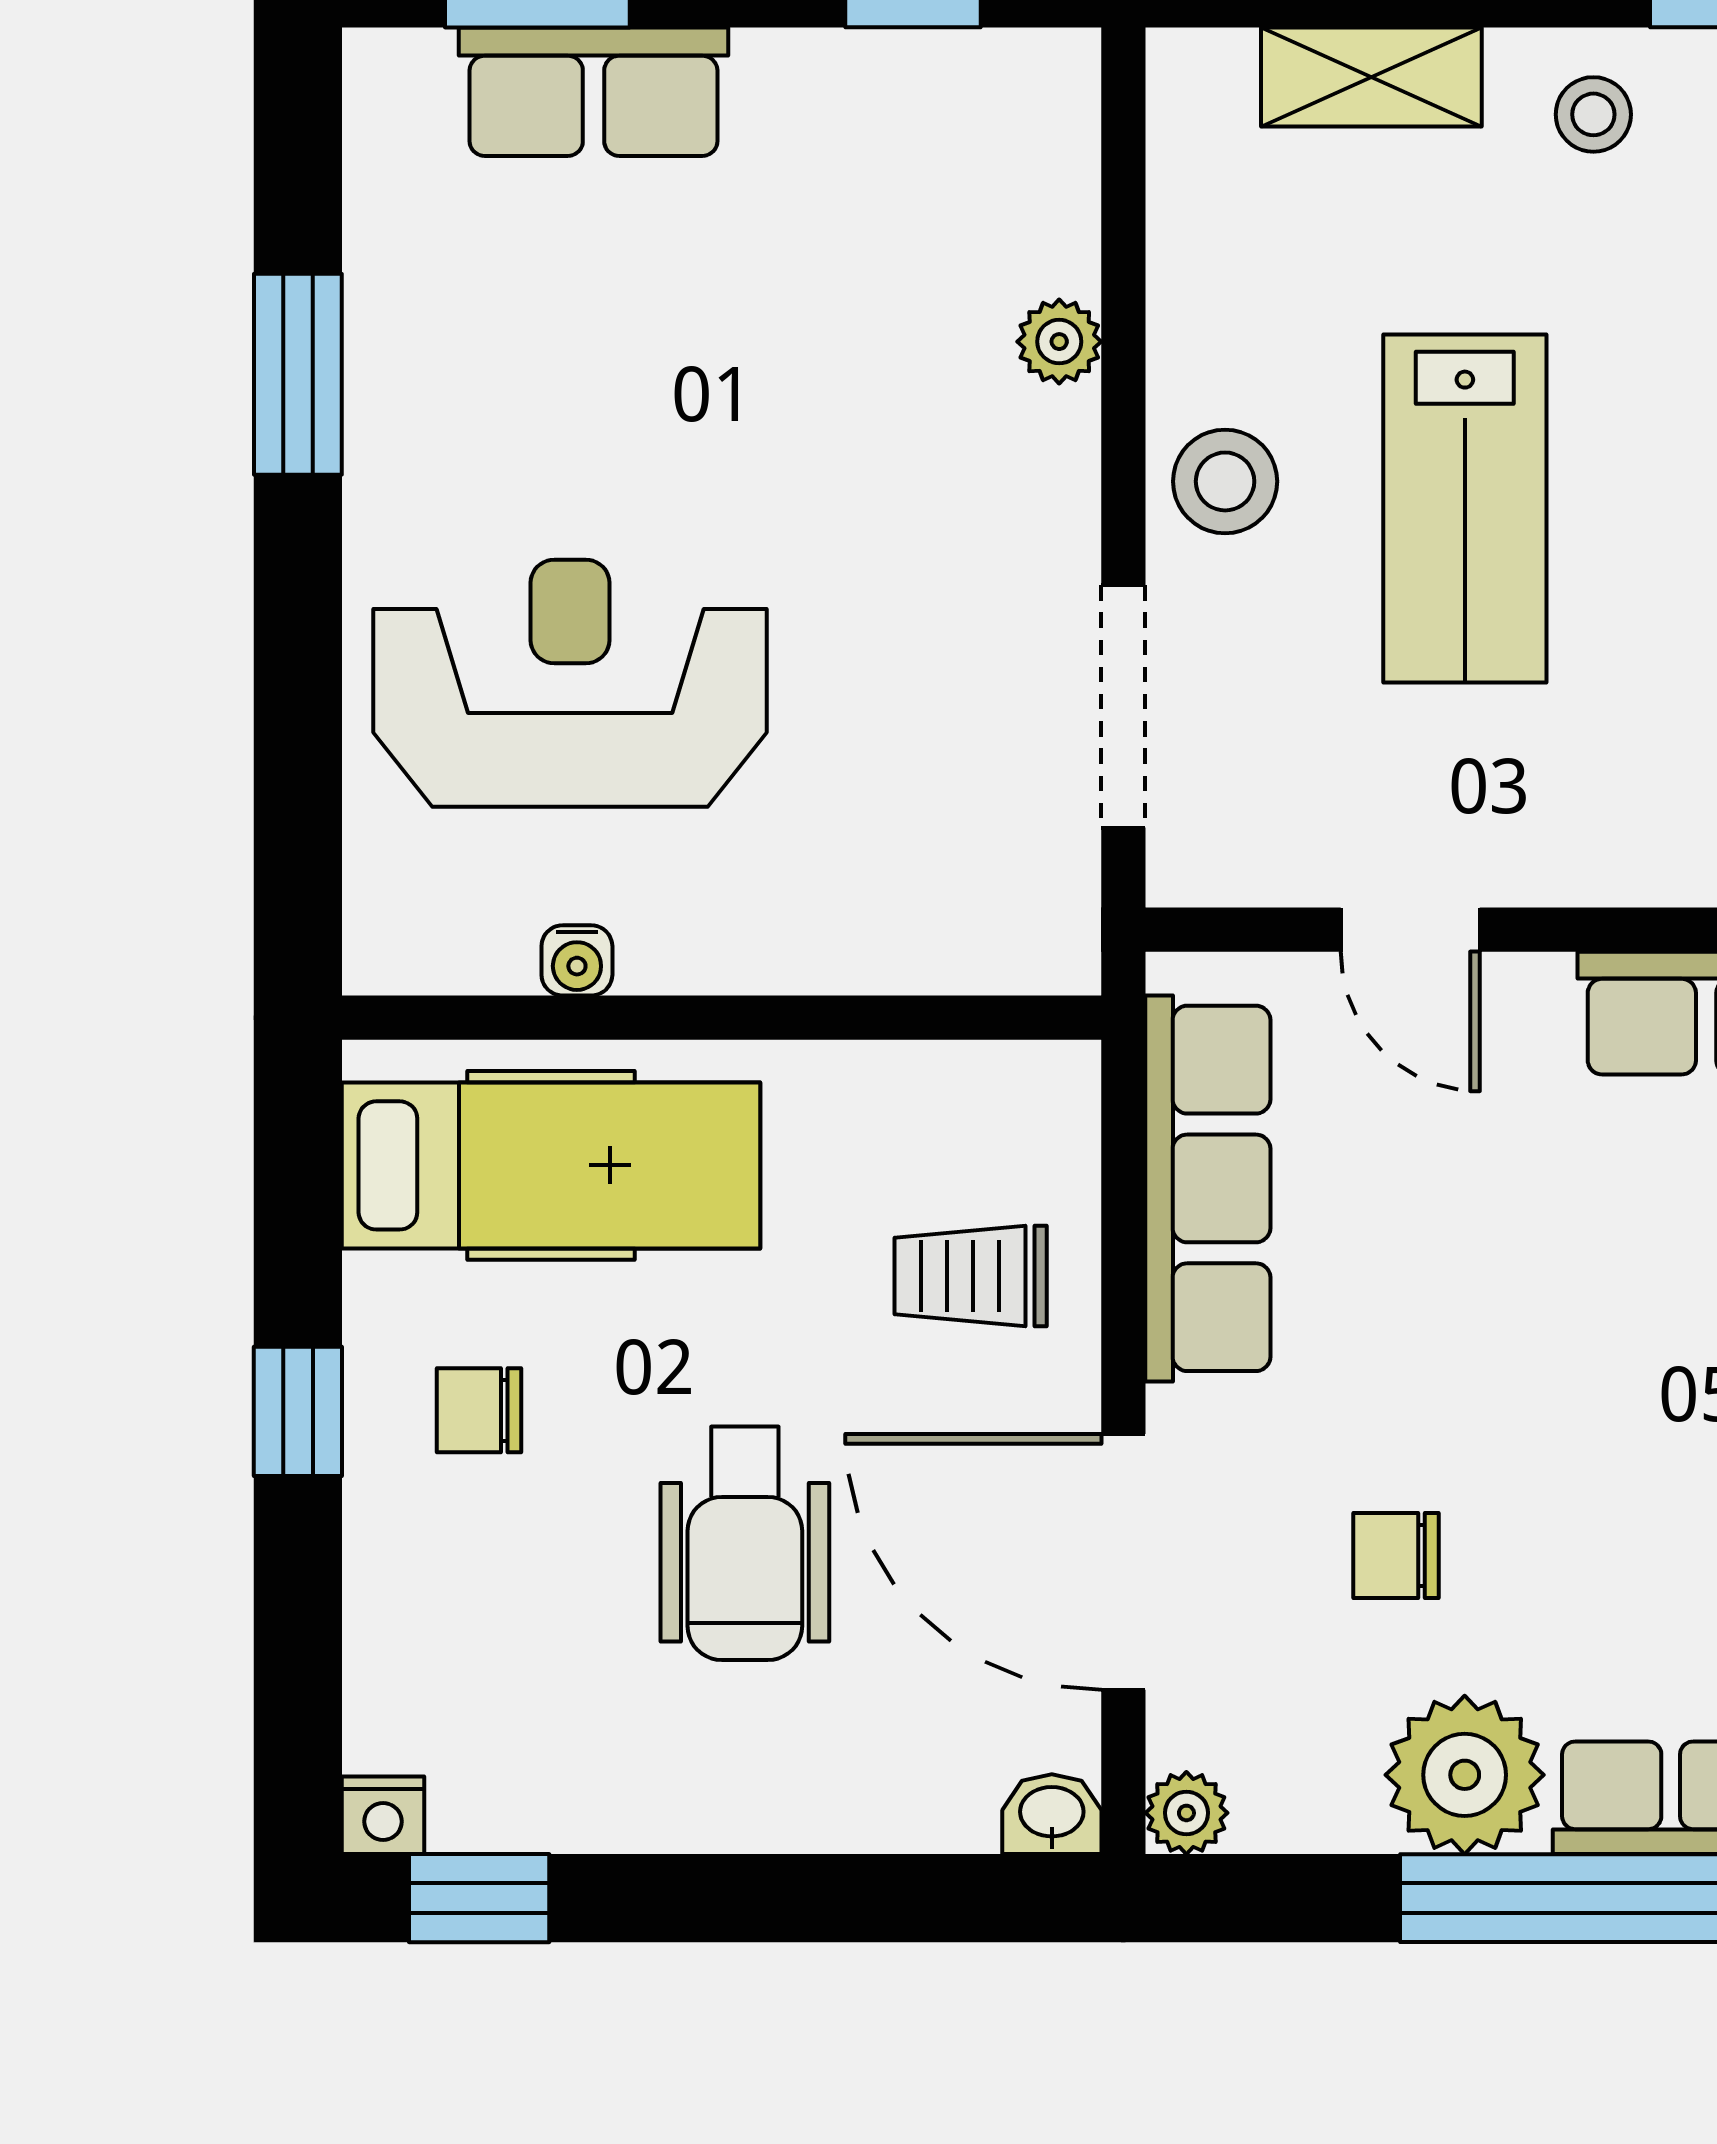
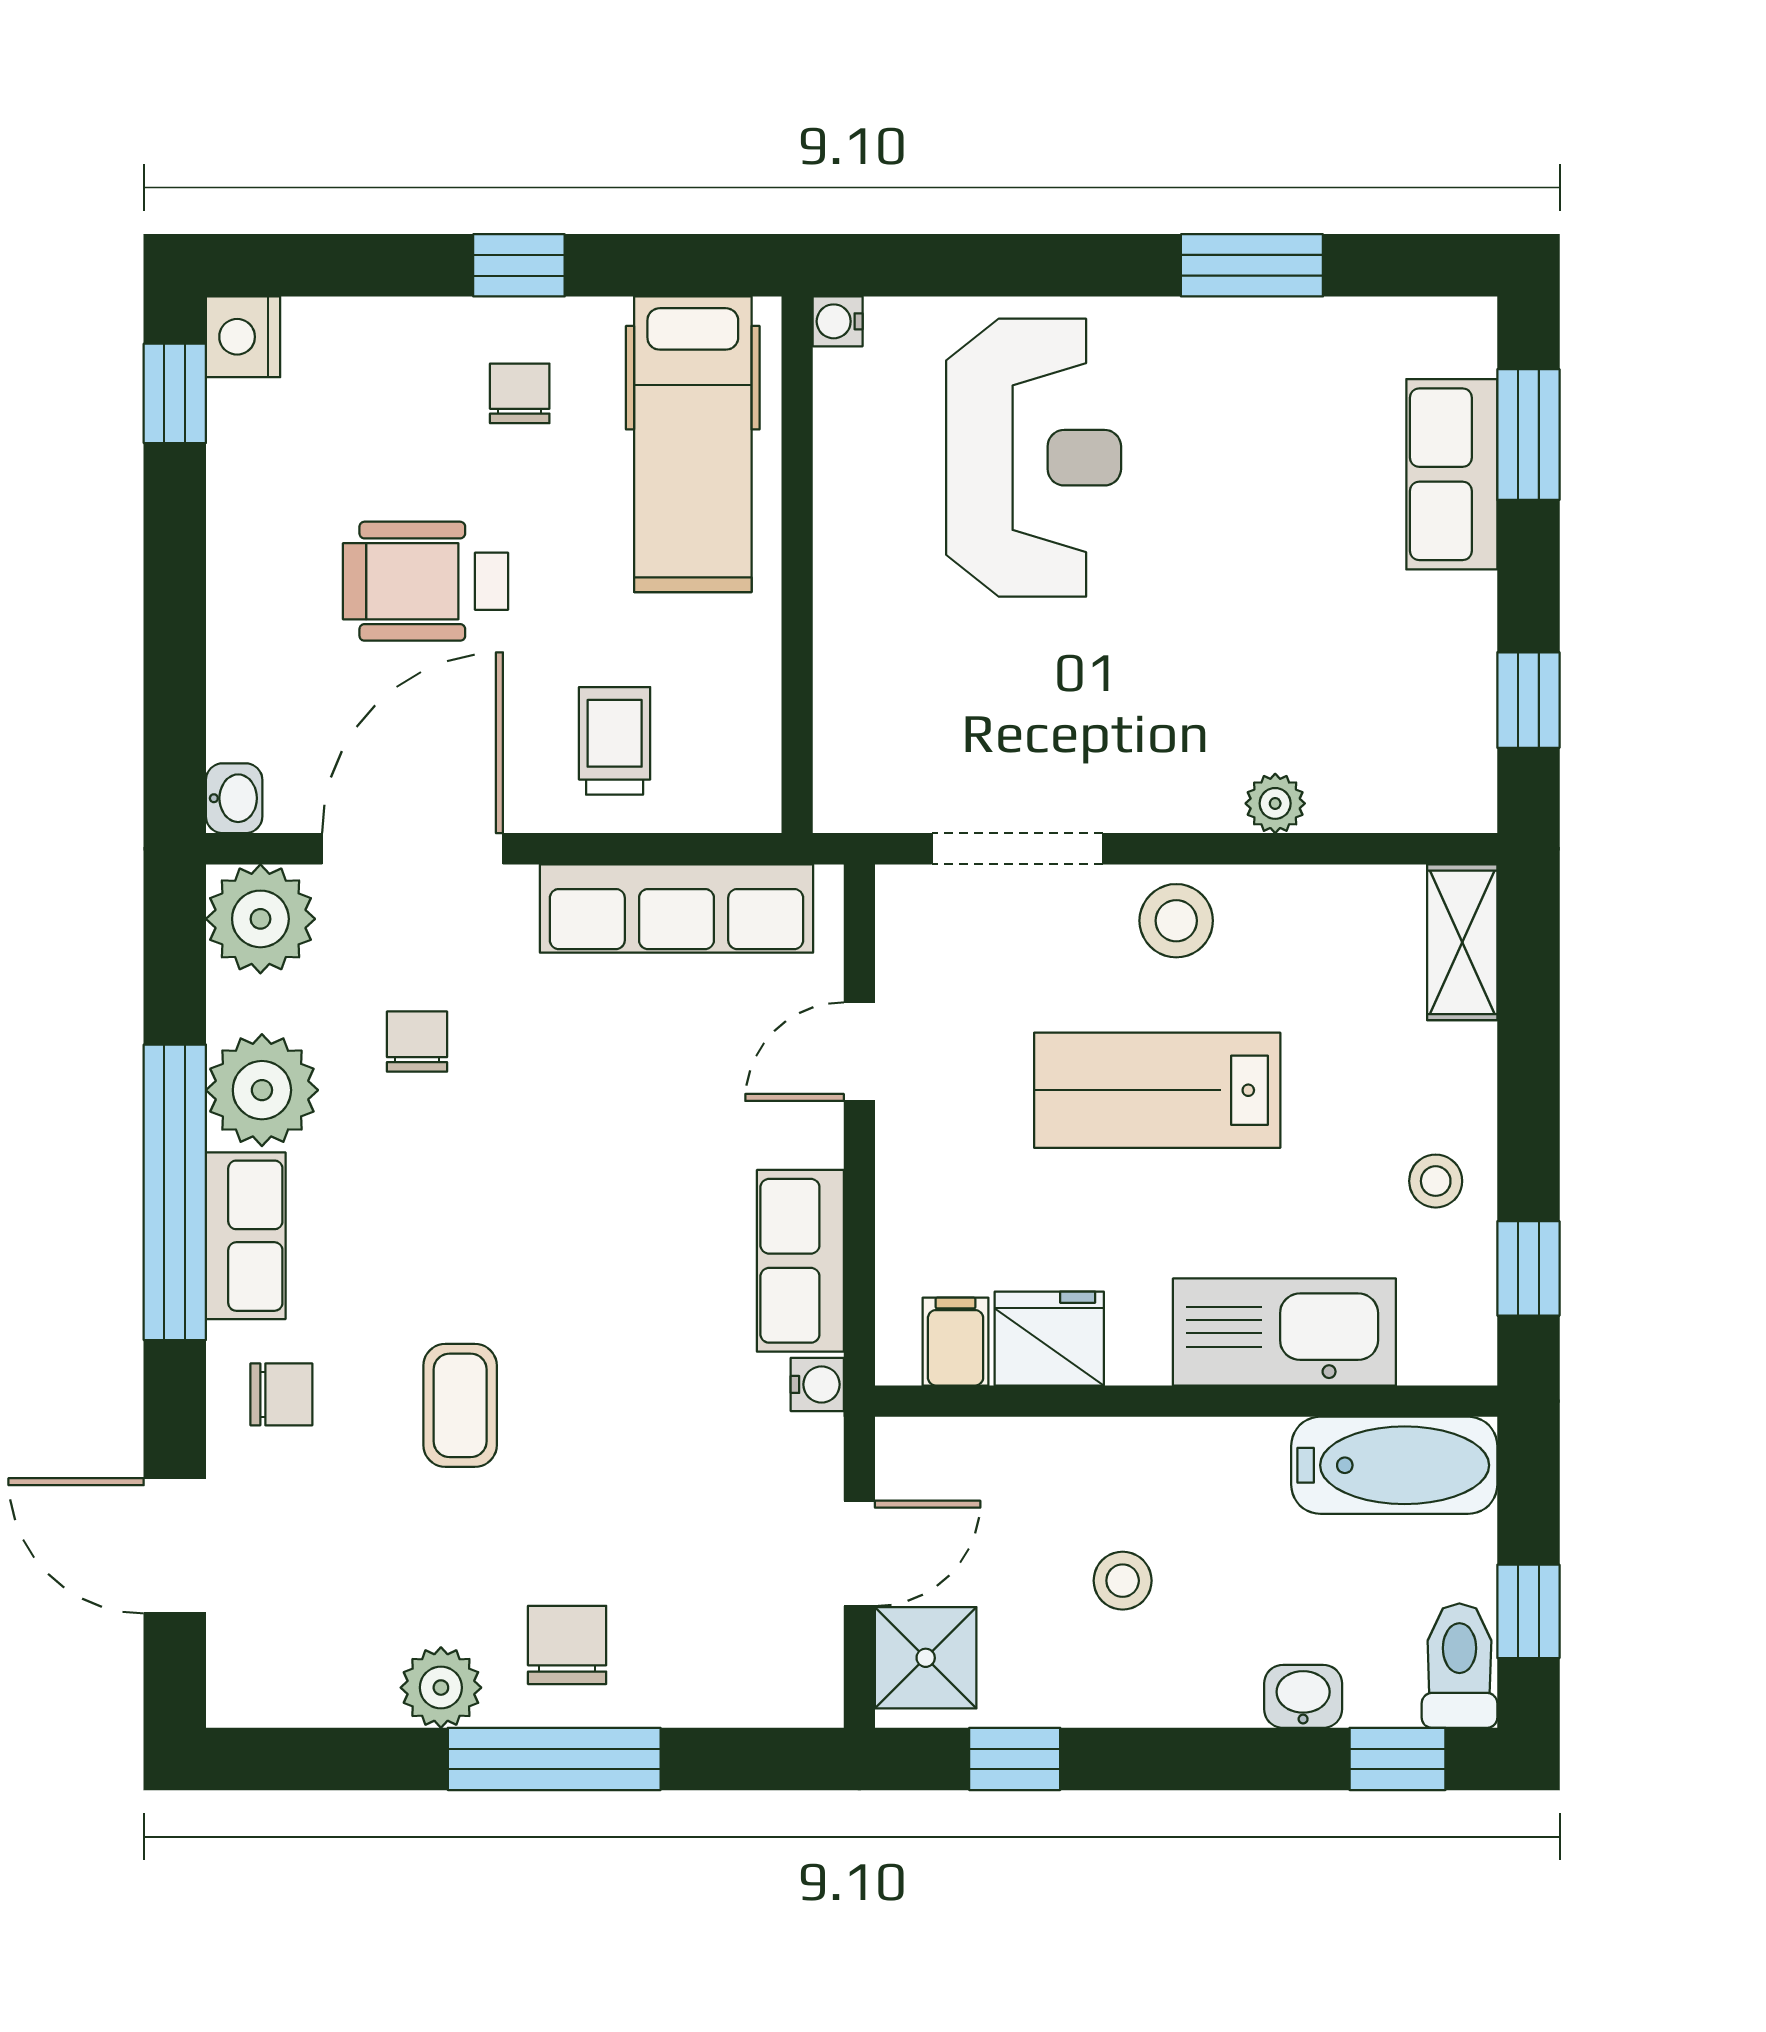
shelving: (1371, 77) -> (1462, 942), moved
water cooler: (577, 960) -> (838, 321), moved
plant: (1186, 1813) -> (260, 919), width x1.87, depth x1.87
nightstand: (383, 1815) -> (243, 337), width x1.39, depth x1.35

